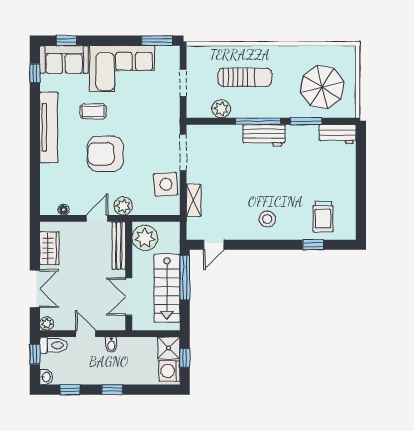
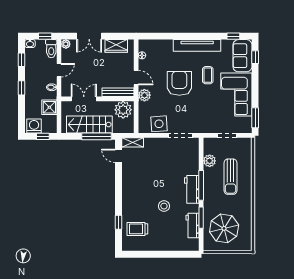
workbench: (338, 134) -> (193, 226), moved
shelving: (194, 200) -> (133, 142), moved
stool: (267, 219) -> (164, 206), moved
shower: (169, 348) -> (49, 107), moved

